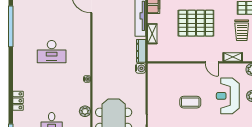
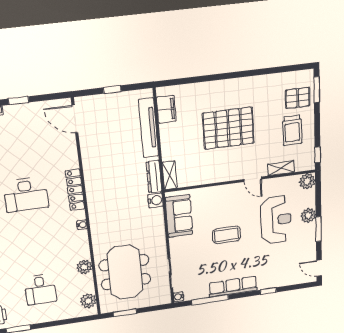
shelving: (152, 34) -> (170, 175), moved
locker: (85, 53) -> (75, 190), added
sofa: (157, 82) -> (179, 216), added
reception desk: (228, 96) -> (276, 220), turned 180

